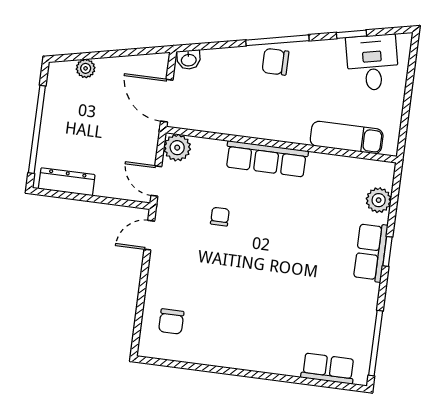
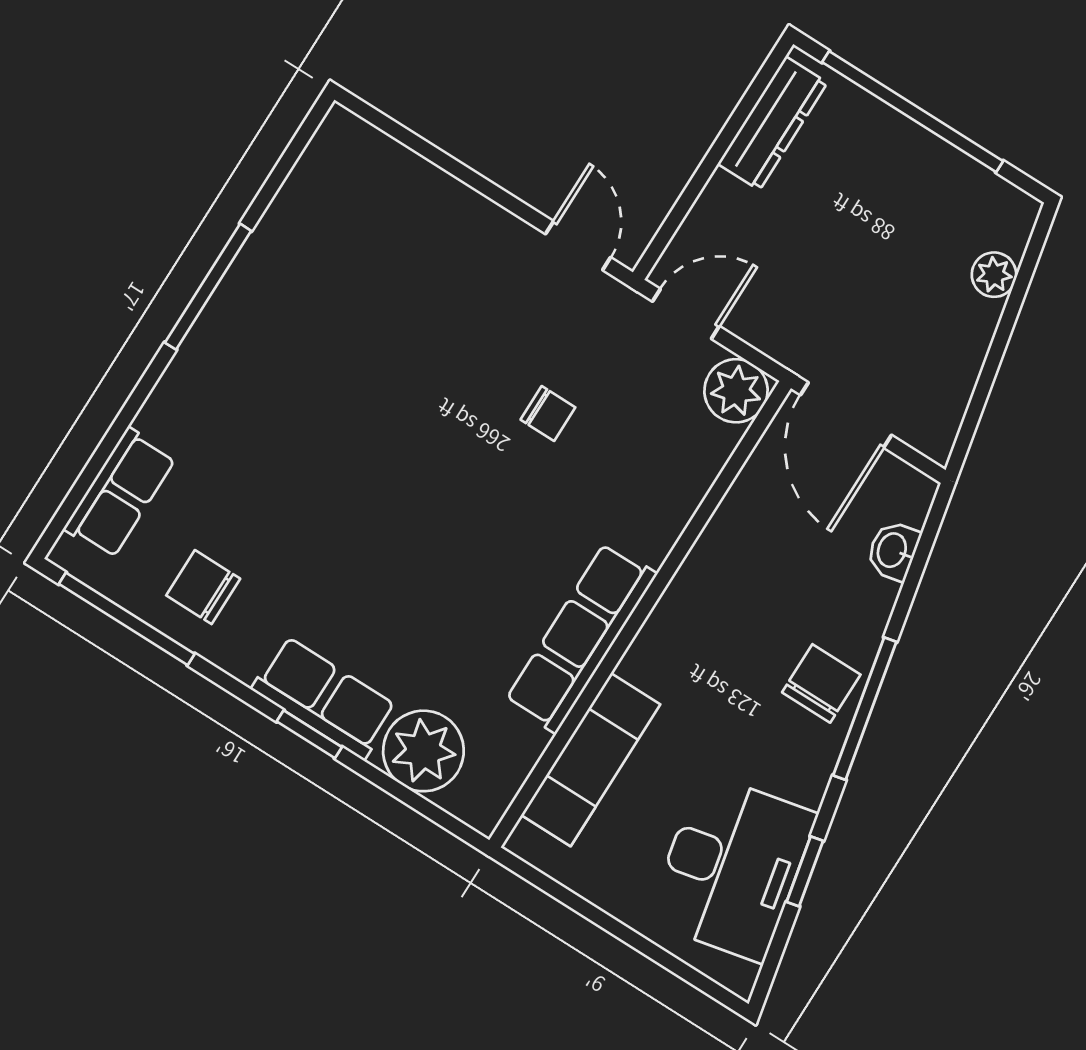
washbasin: (189, 60) -> (893, 551), moved
desk: (372, 63) -> (732, 867), width x1.37
door: (167, 101) -> (846, 415), swing flipped
row of seats: (266, 159) -> (581, 638), moved
plant: (379, 200) -> (423, 751), width x1.36, depth x1.36
chair: (171, 321) -> (203, 587), moved
window: (232, 371) -> (208, 287), added

